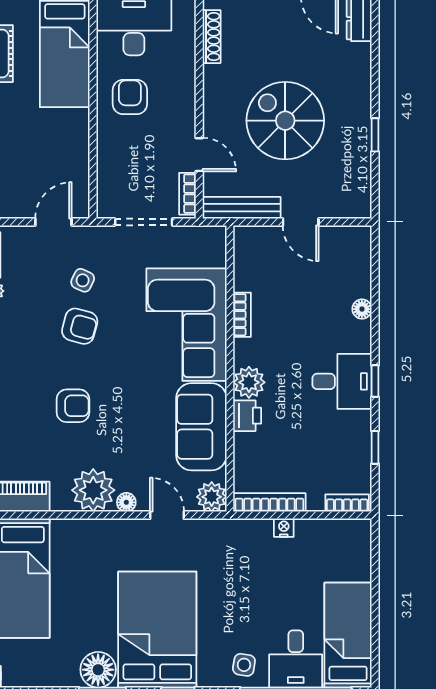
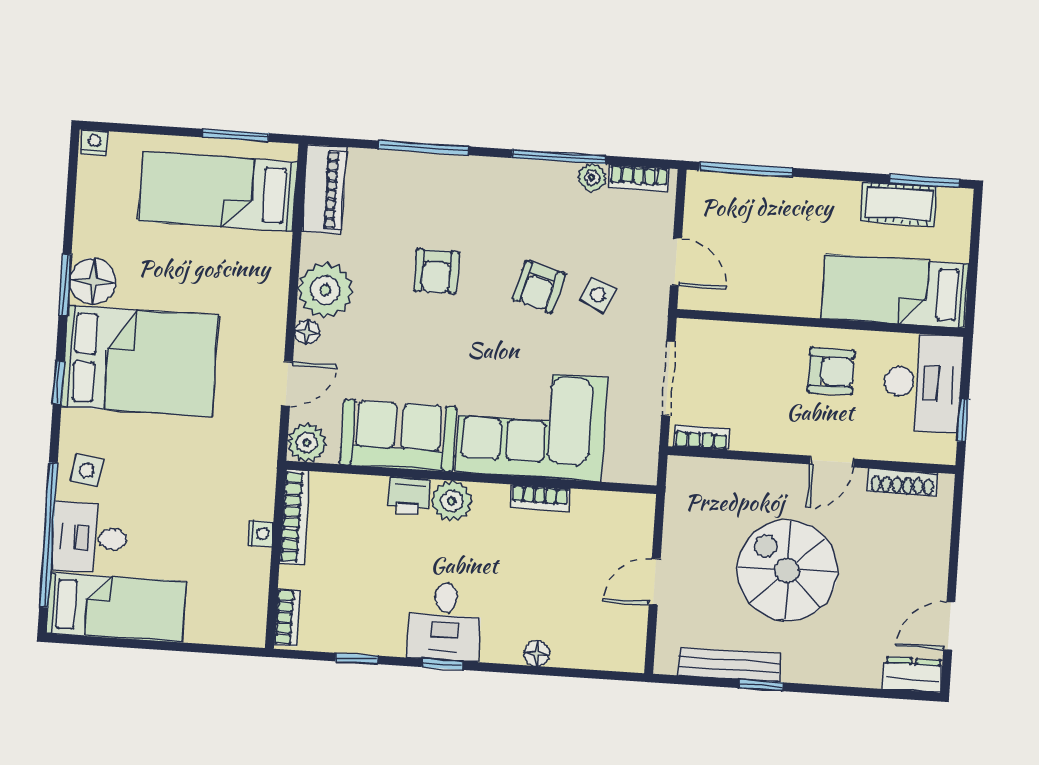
spiral stairs: (285, 121) -> (787, 570), turned -90
door: (199, 155) -> (832, 462), moved
bench: (242, 208) -> (730, 665), moved, turned 90

